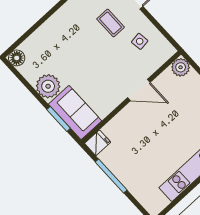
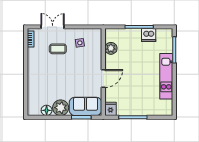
floor lamp: (17, 58) -> (47, 110), moved
plant: (181, 67) -> (111, 48), moved
door: (139, 90) -> (103, 79), moved

